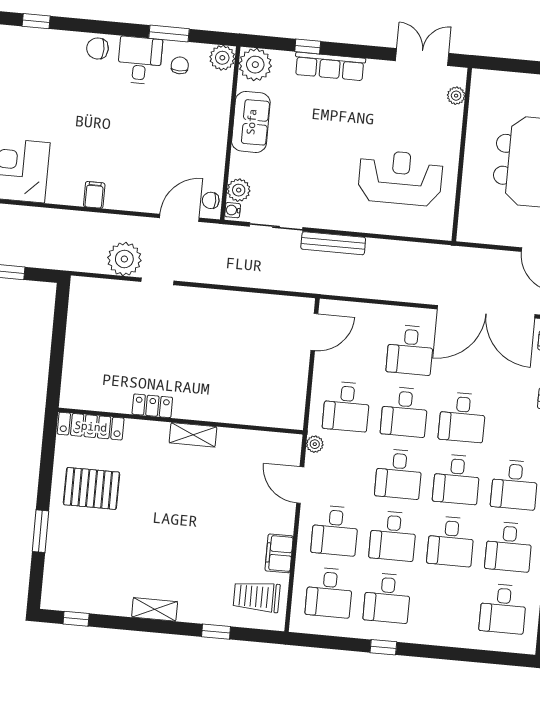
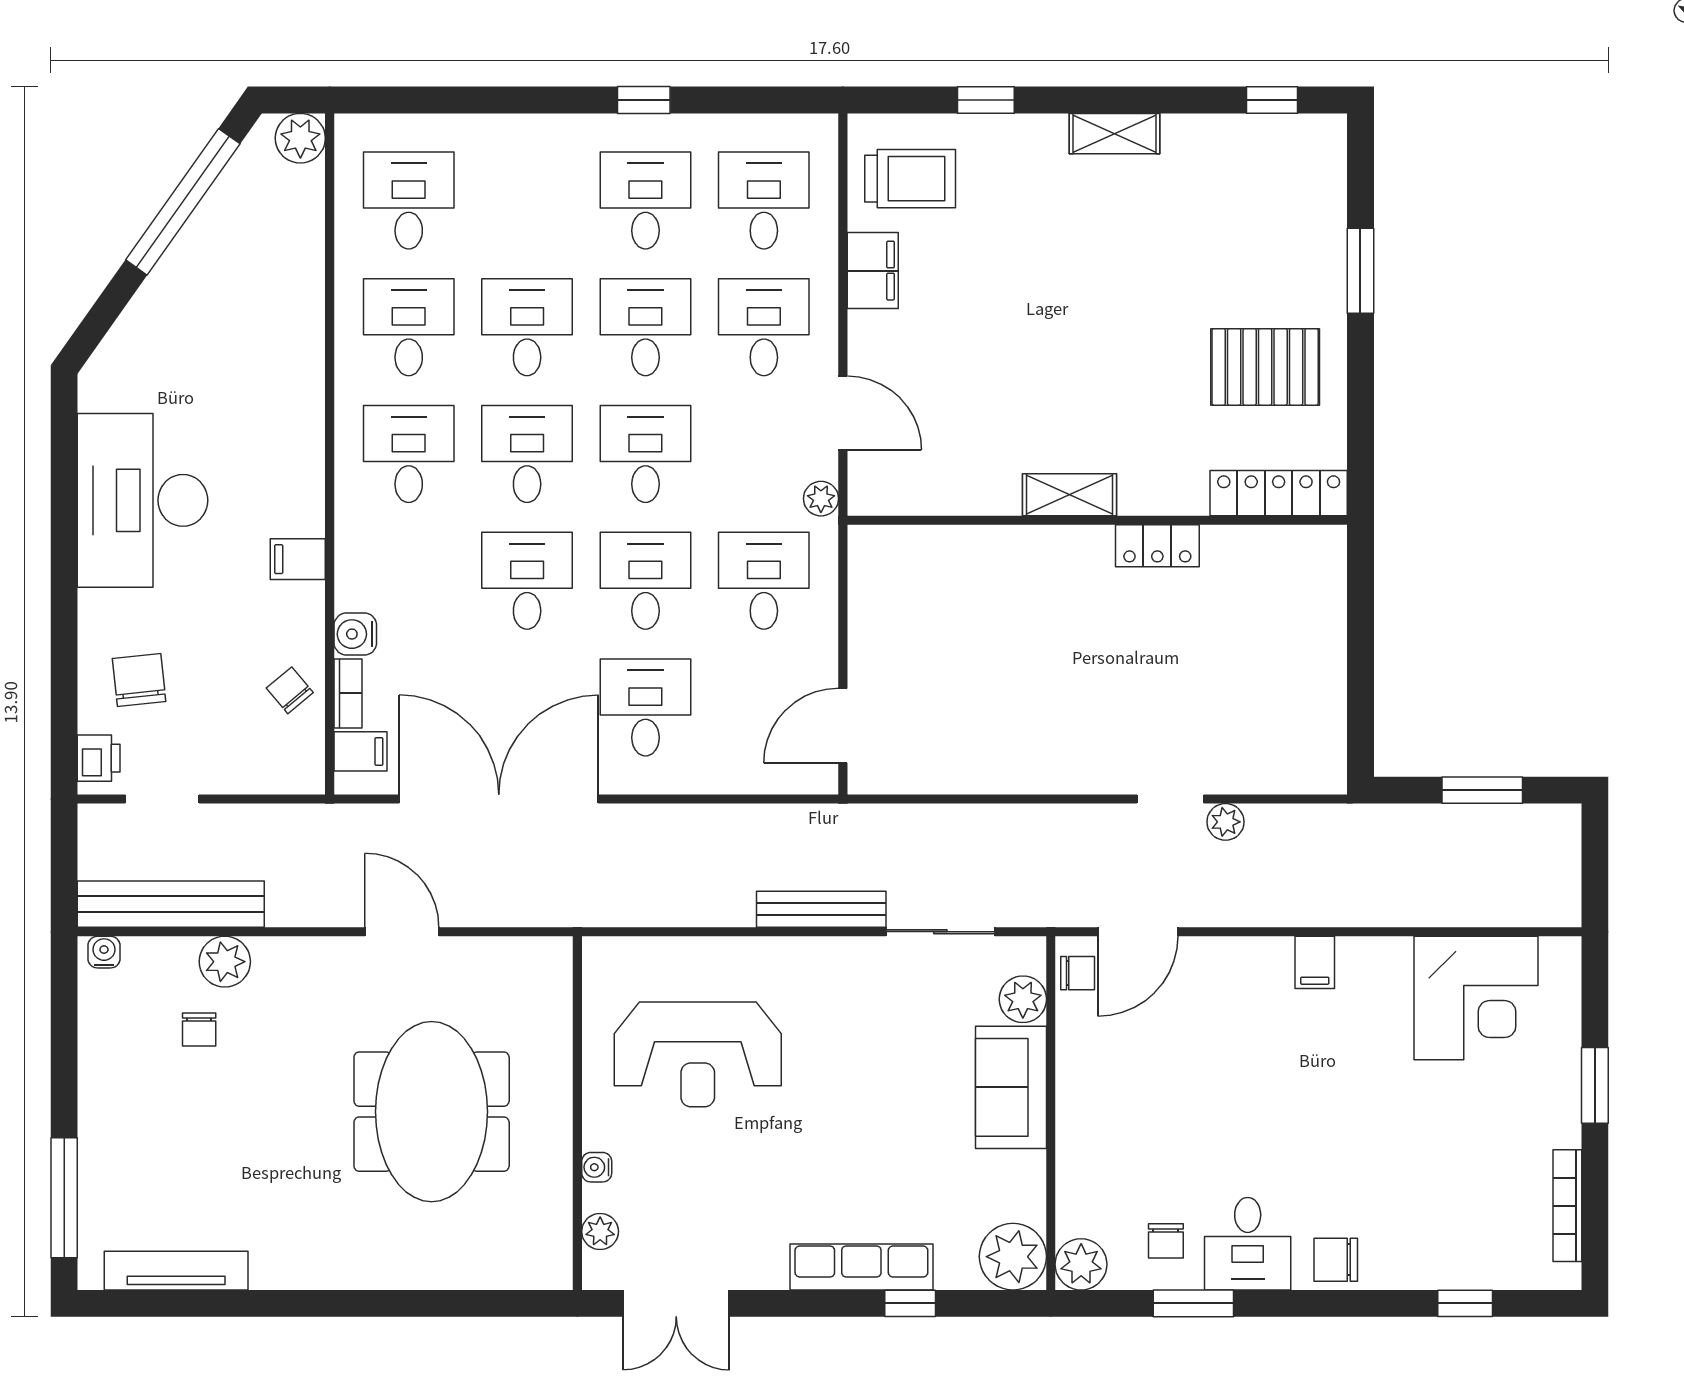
chair: (97, 48) -> (1336, 1260), turned 180
sofa: (251, 122) -> (1011, 1087), moved
water cooler: (233, 210) -> (597, 1167), moved, turned 180
plant: (124, 259) -> (1226, 822), width x0.53, depth x0.53

